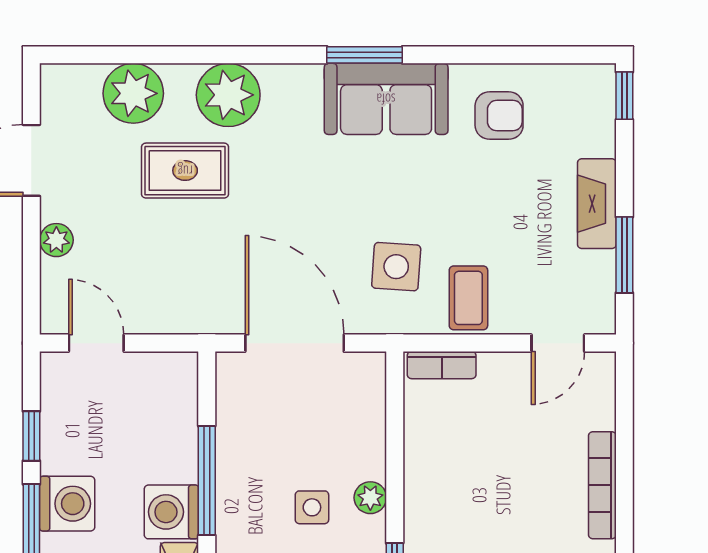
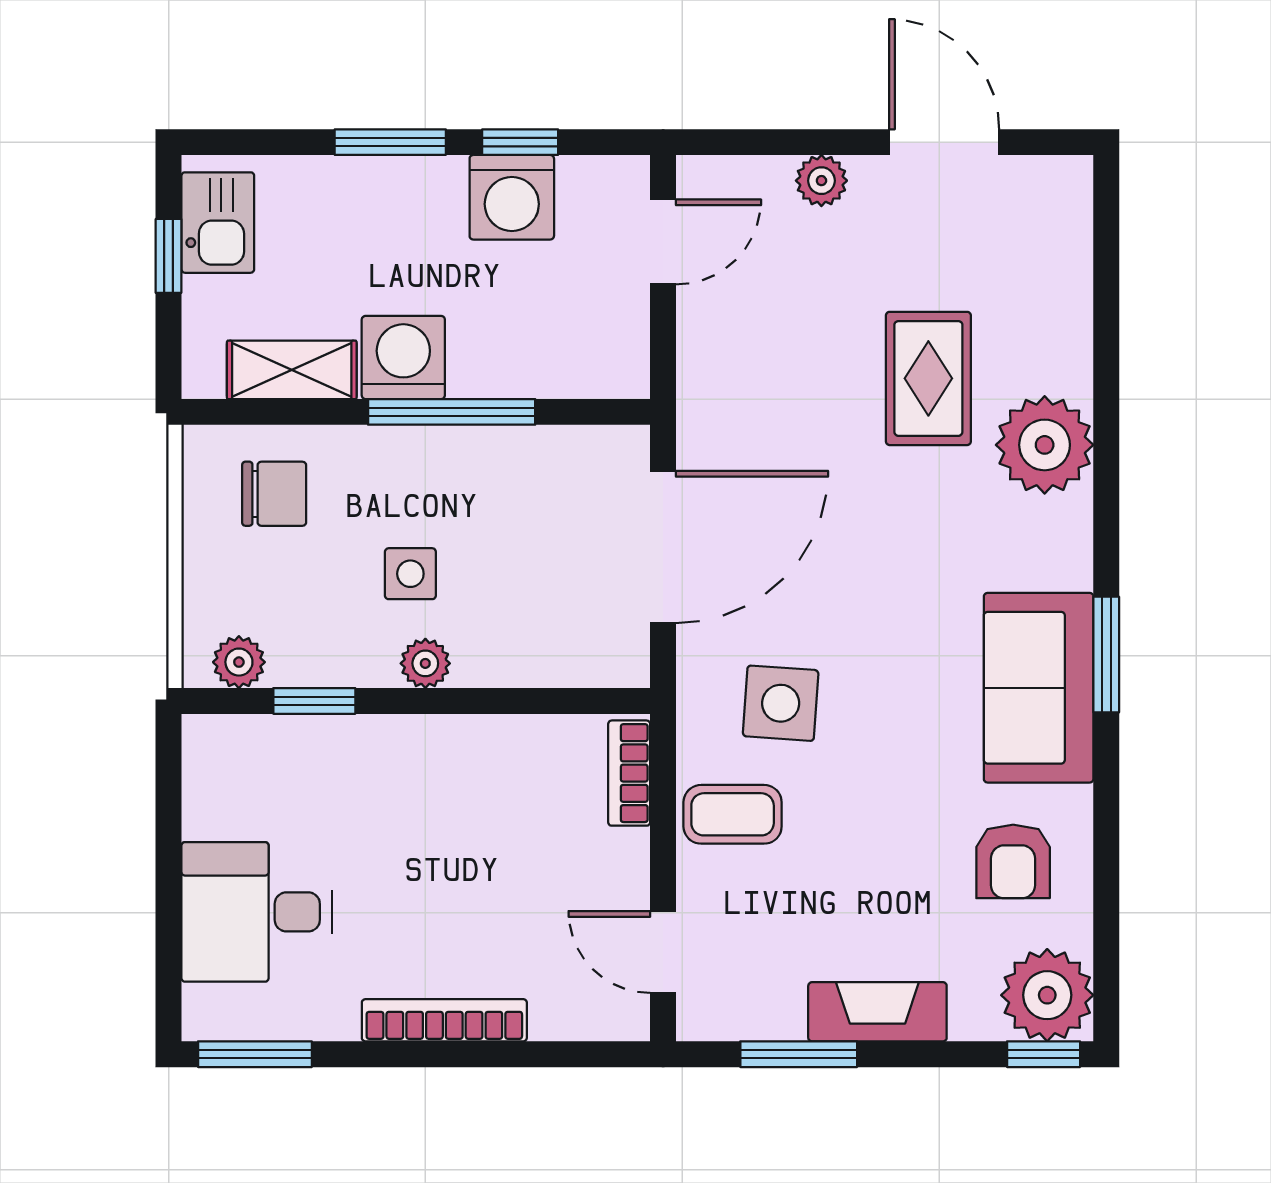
plant: (133, 93) -> (1047, 995), moved
washing machine: (67, 504) -> (512, 197), moved

